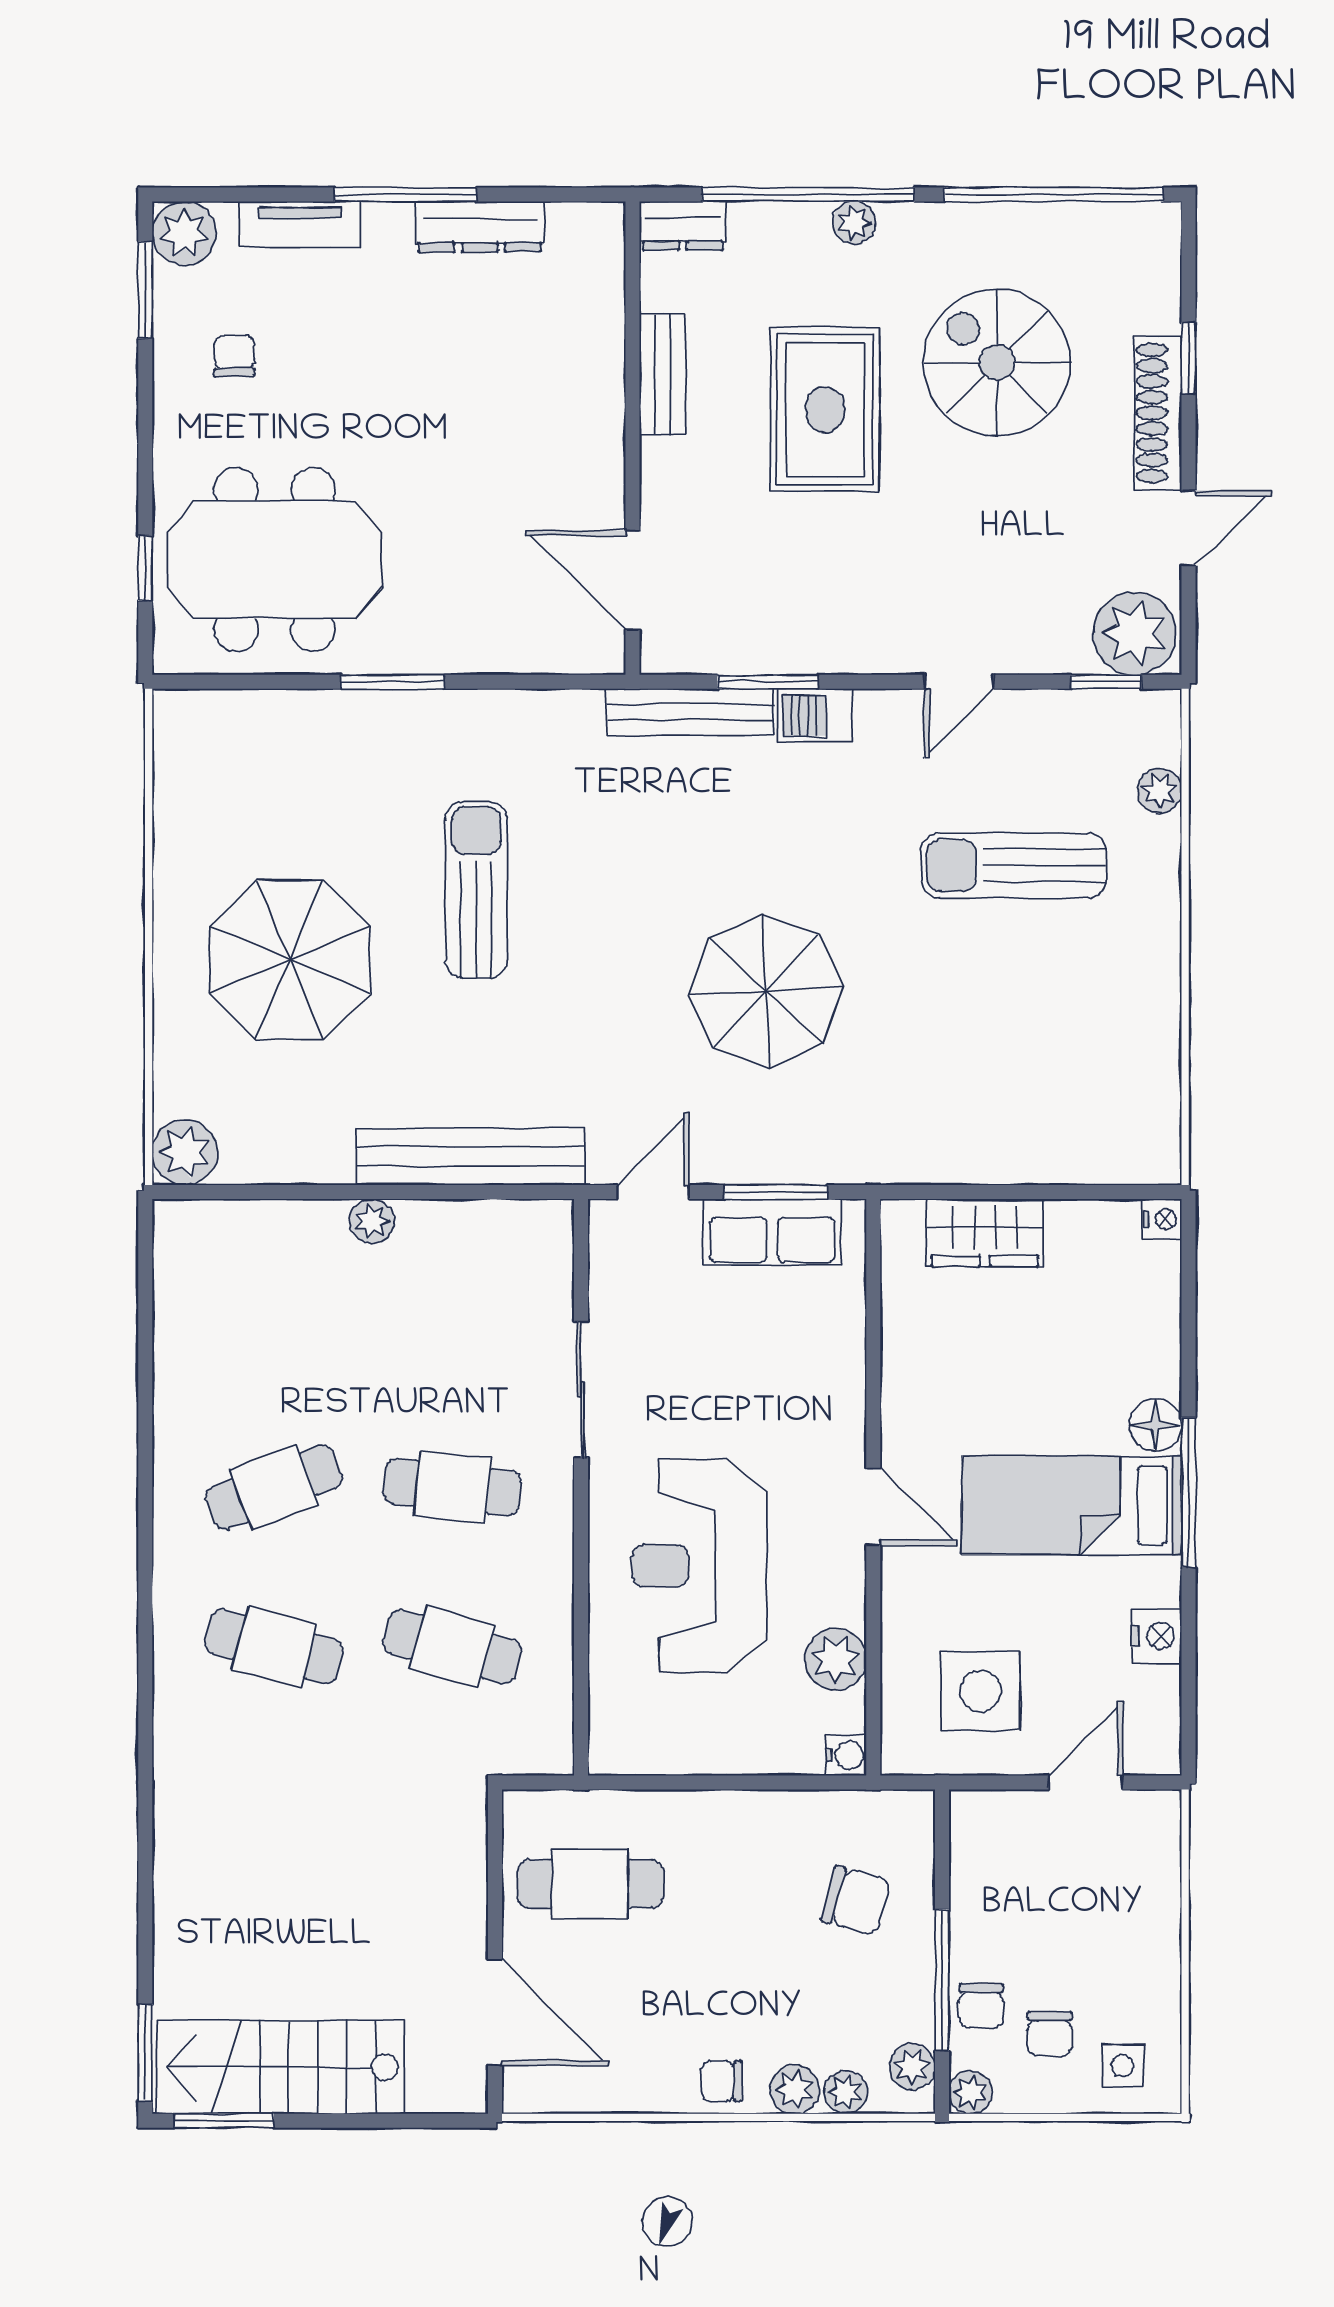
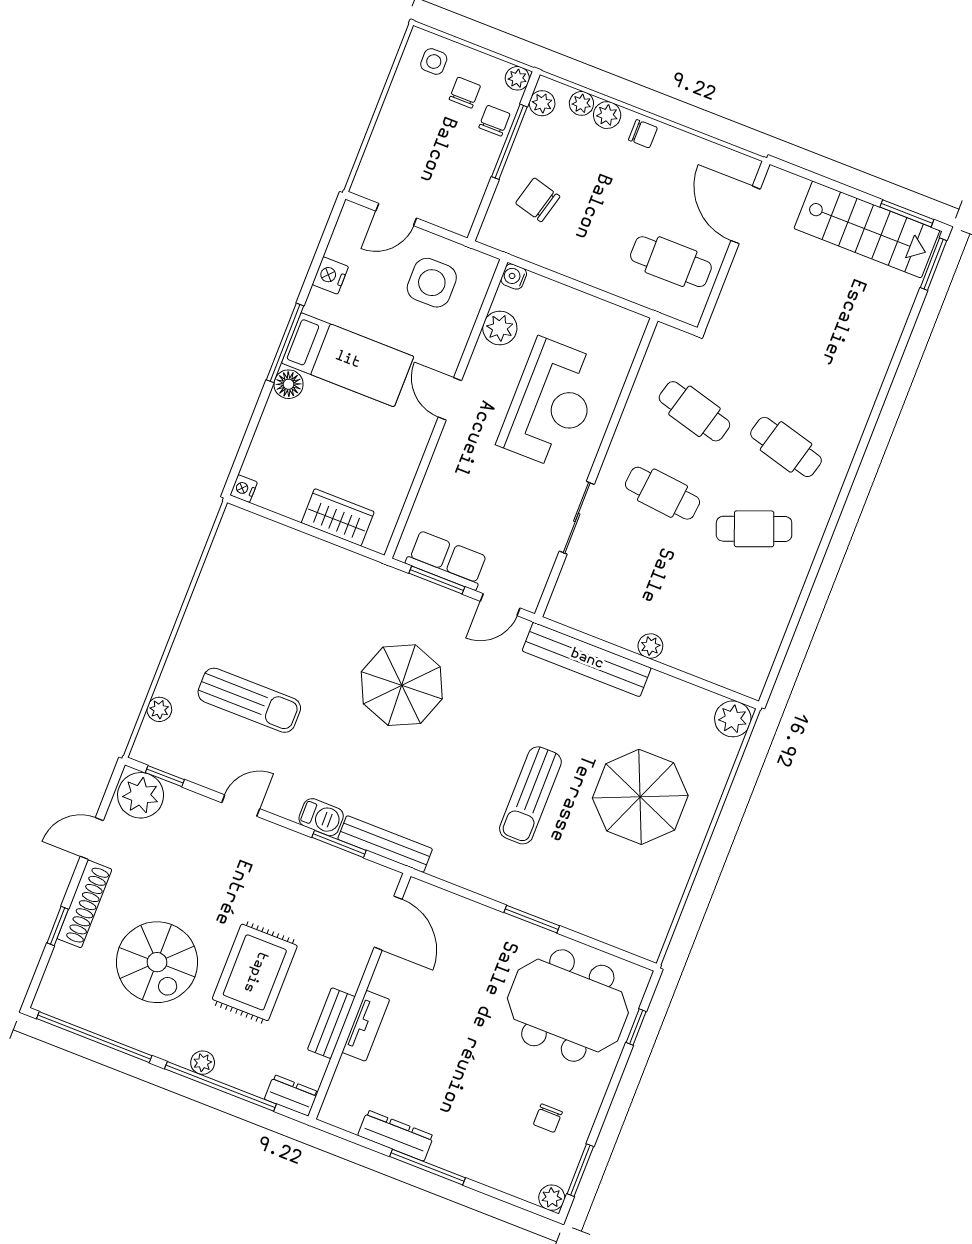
tv unit: (300, 224) -> (366, 1026), moved, turned 90
plant: (184, 233) -> (552, 1198), width x0.73, depth x0.73

